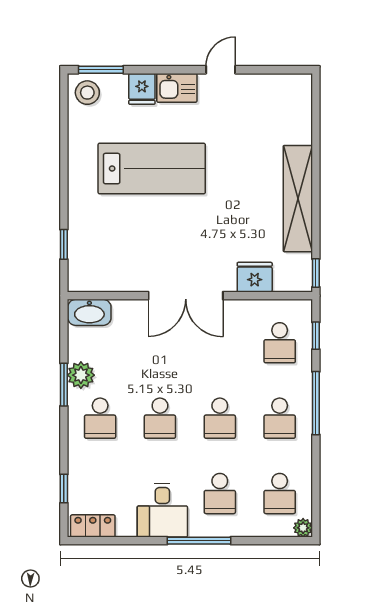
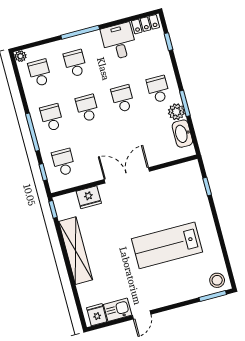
kitchen sink: (177, 88) -> (118, 310), moved
fridge: (142, 89) -> (97, 315), moved
washbasin: (89, 312) -> (182, 134), moved, turned -90
desk: (162, 510) -> (119, 41), moved

